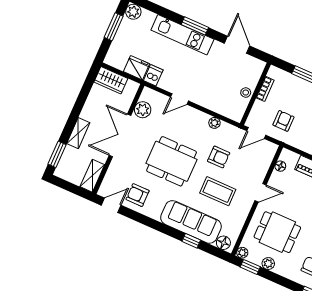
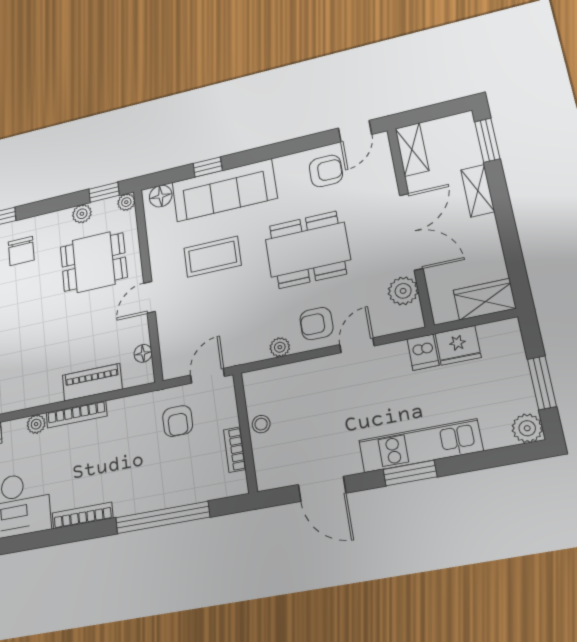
armchair: (219, 157) -> (316, 324), moved

